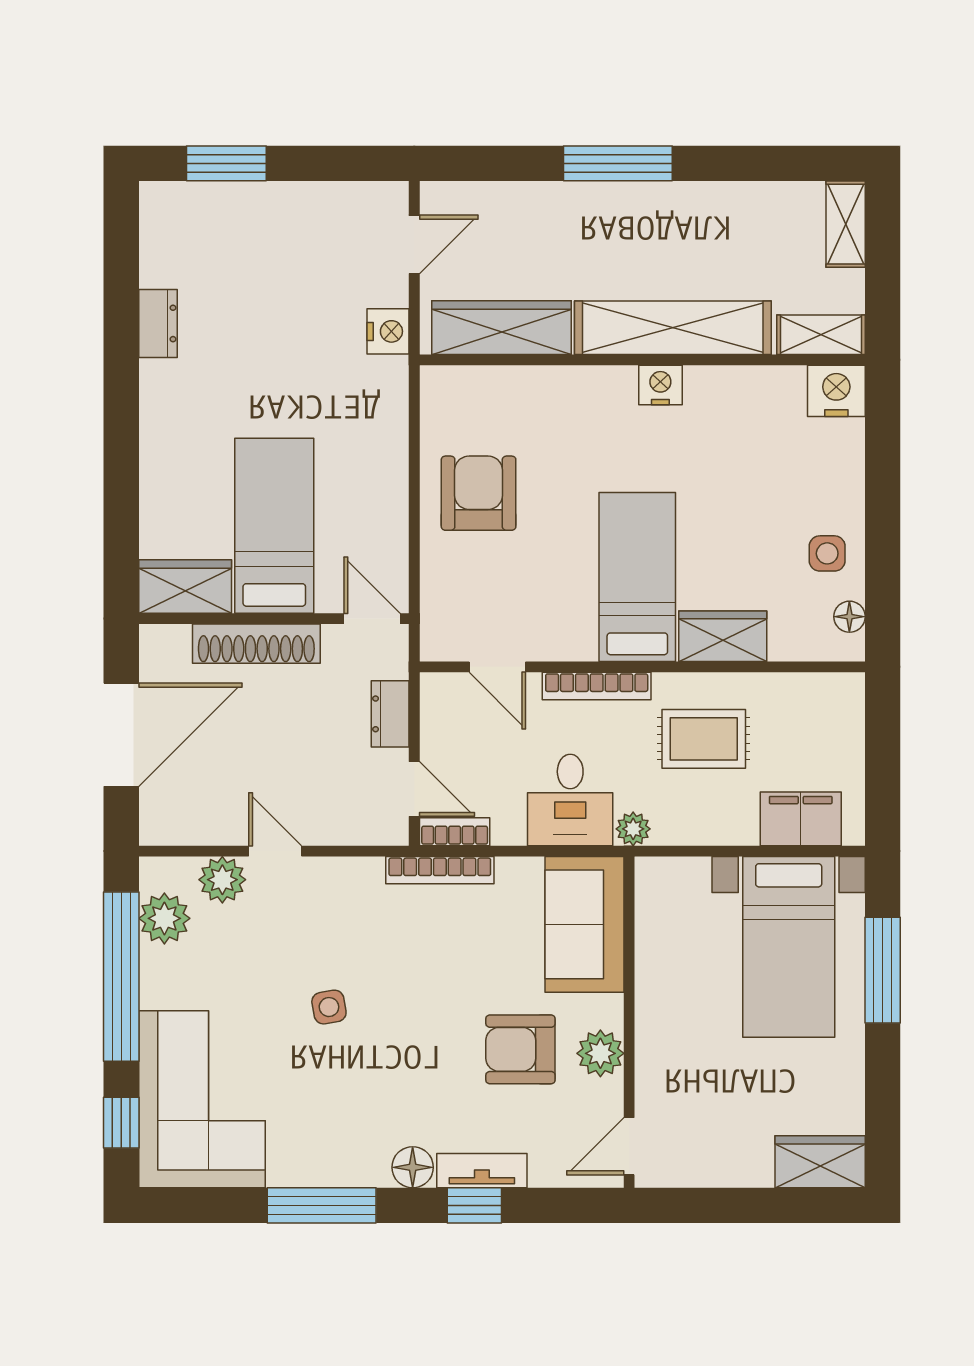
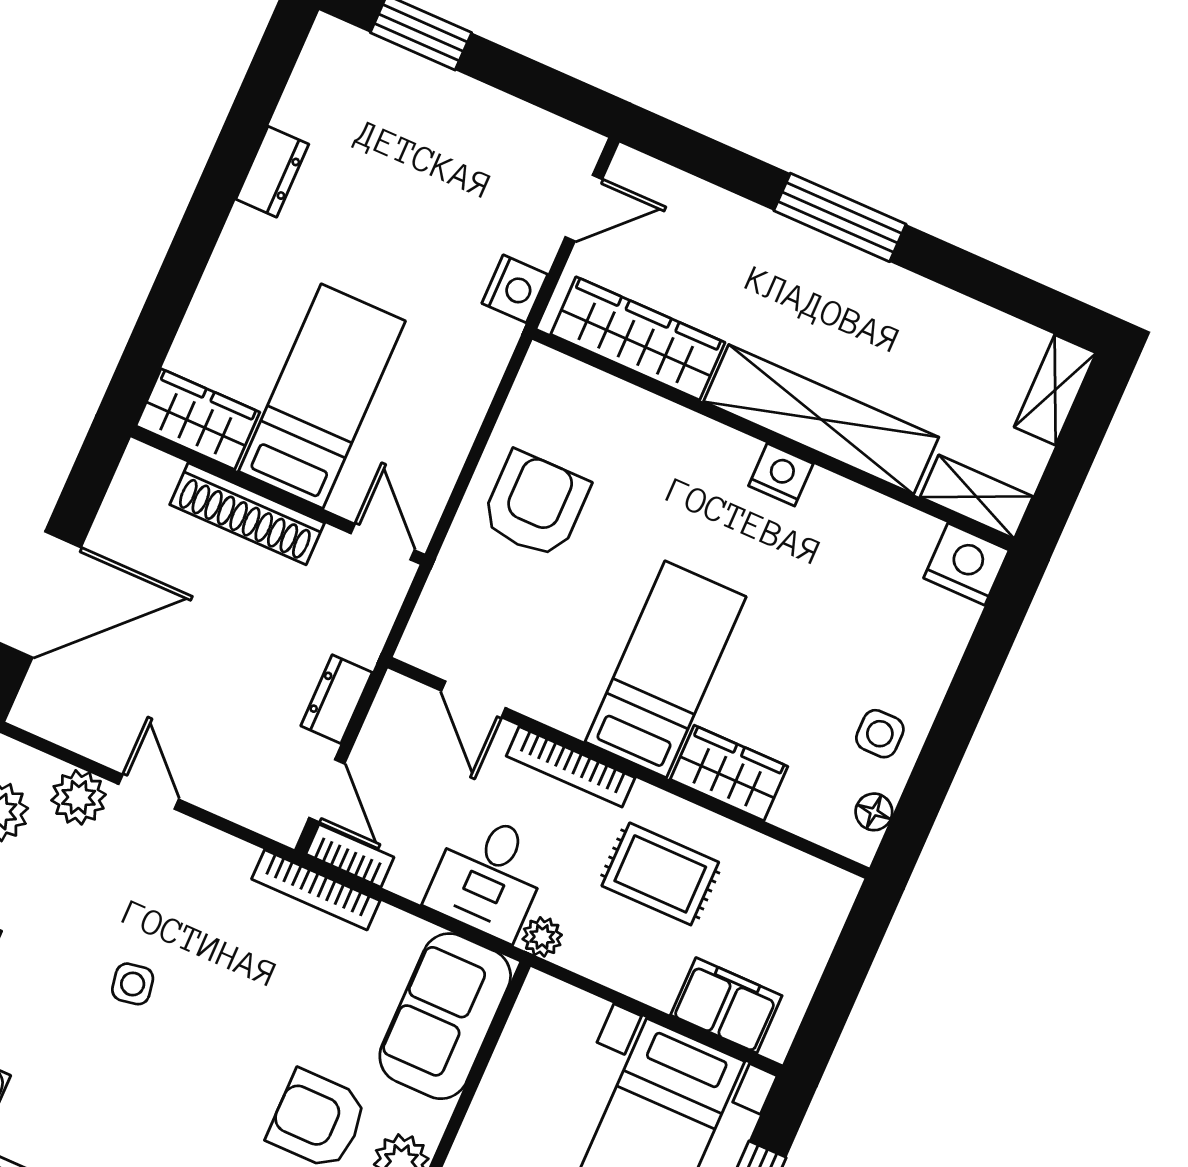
bed: (274, 526) -> (322, 396), moved
wardrobe: (185, 587) -> (198, 419), moved
wall: (274, 619) -> (278, 495), moved
door: (372, 619) -> (383, 542), moved
shoe rack: (256, 644) -> (247, 514), moved

